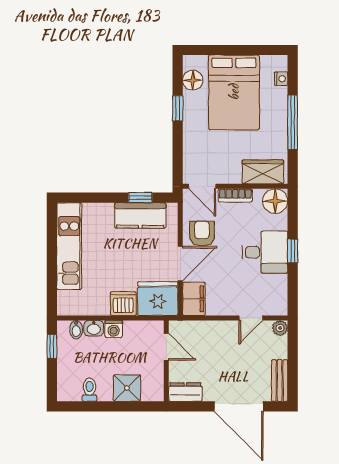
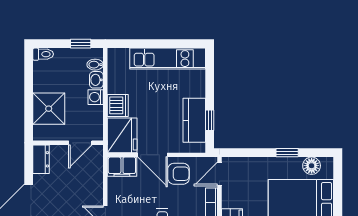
shower: (127, 388) -> (49, 109), width x1.36, depth x1.36
toilet: (89, 390) -> (43, 54), moved

